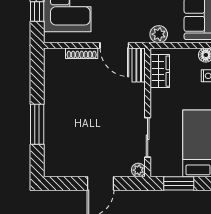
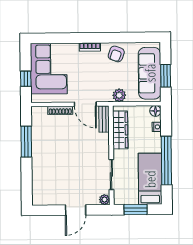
wardrobe: (160, 71) -> (120, 130), width x1.50
window: (37, 124) -> (26, 142), moved

